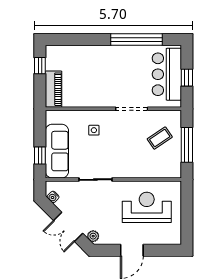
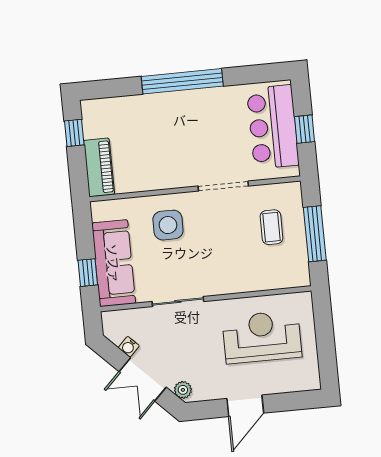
window: (136, 39) -> (182, 81), moved
side table: (94, 130) -> (168, 225), width x1.87, depth x1.87
coffee table: (160, 138) -> (271, 227), turned -56
water cooler: (53, 197) -> (129, 347), moved

